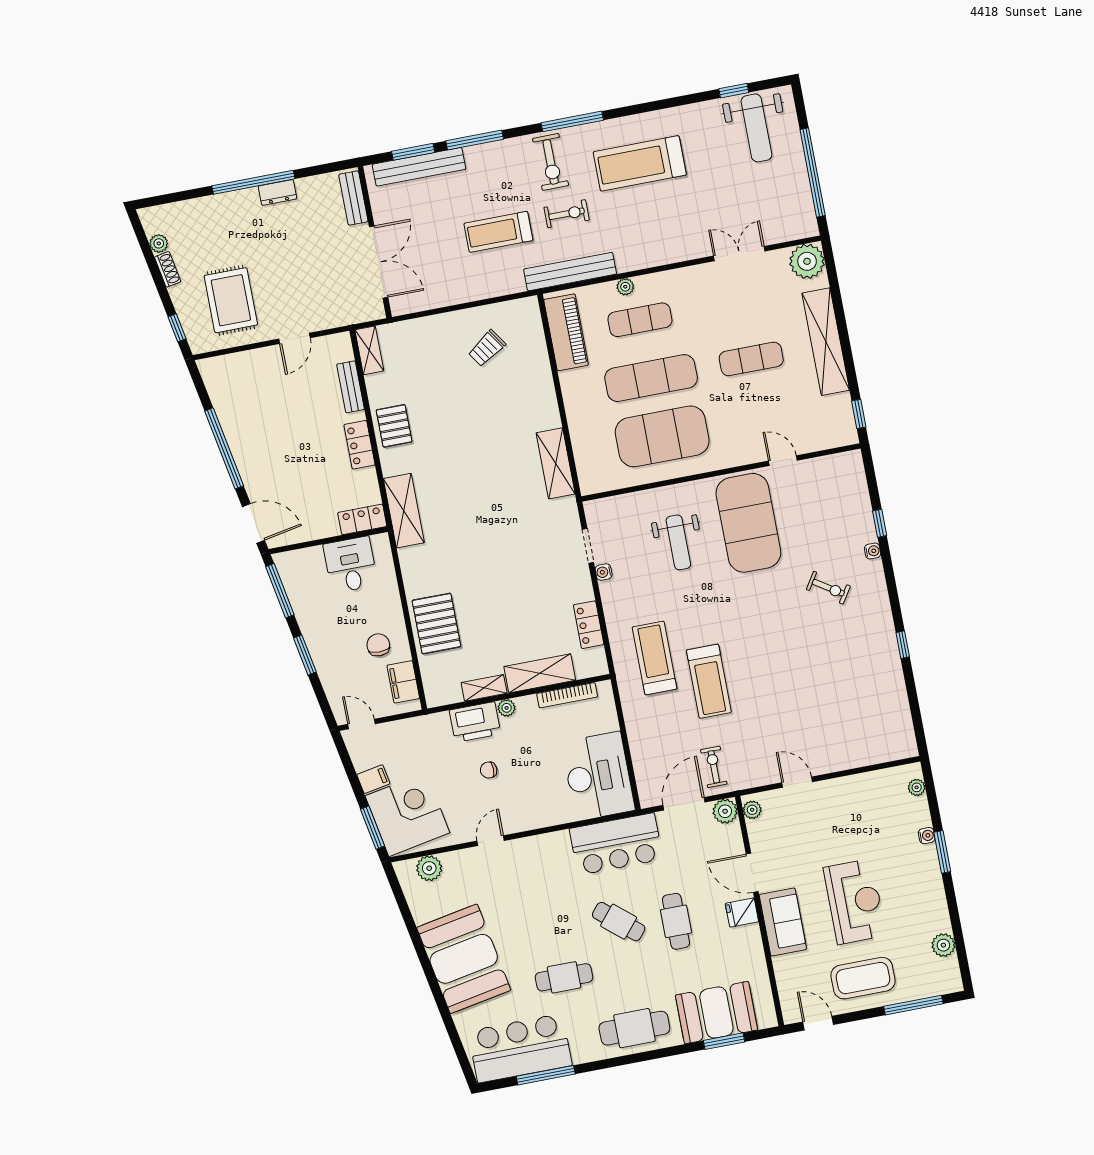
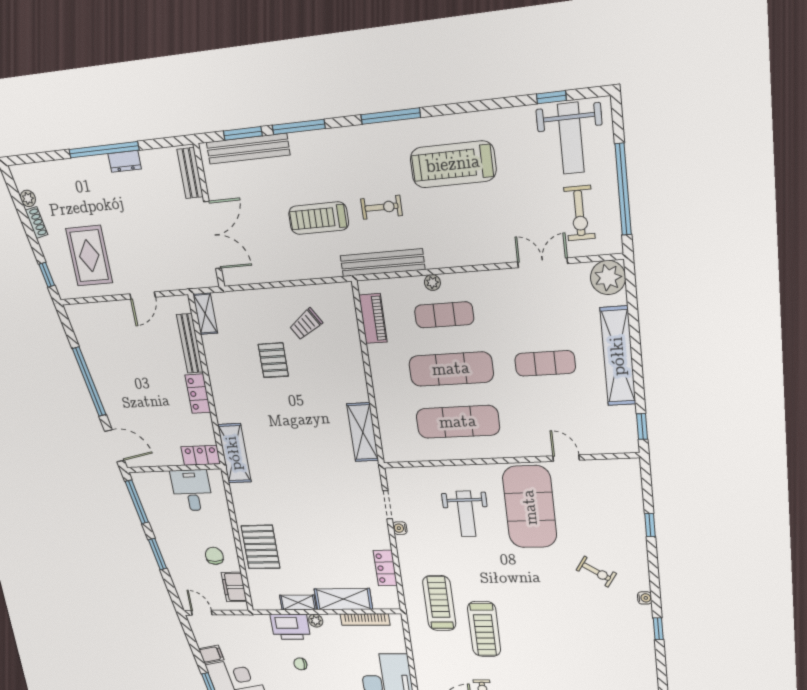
exercise bike: (551, 162) -> (579, 213), moved
piano: (566, 332) -> (373, 319), width x0.73, depth x0.75
bench: (351, 387) -> (190, 343), width x1.36
pallet: (394, 426) -> (273, 360), moved
exercise mat: (662, 436) -> (458, 422), width x0.68
water cooler: (873, 551) -> (645, 598), moved

